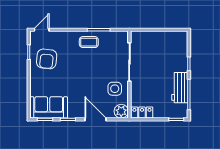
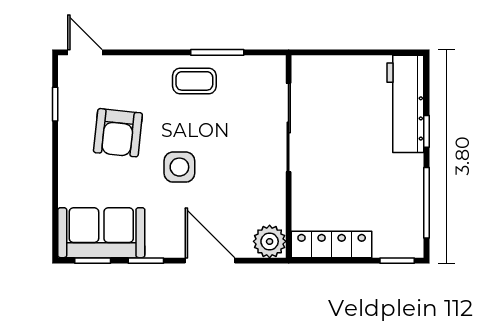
door: (42, 30) -> (85, 52), hinge flipped
armchair: (47, 59) -> (118, 133), moved
workbench: (180, 88) -> (405, 104), moved, width x1.37
side table: (115, 89) -> (179, 167), moved
locker: (142, 113) -> (332, 244), width x1.53

